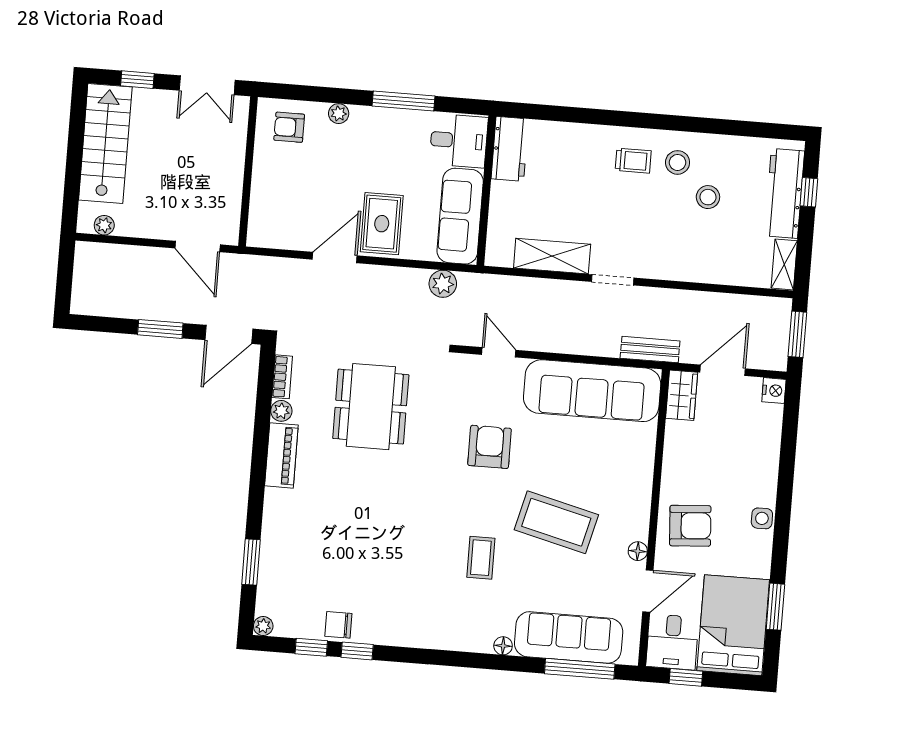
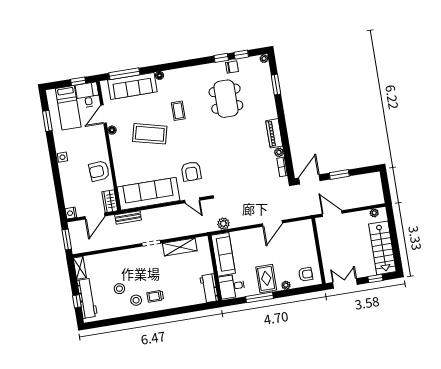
rug: (382, 224) -> (266, 278), moved
dining table: (371, 407) -> (226, 99), moved
armchair: (490, 447) -> (191, 171), moved
armchair: (690, 526) -> (99, 171), moved
bed: (733, 625) -> (68, 108), width x0.67

